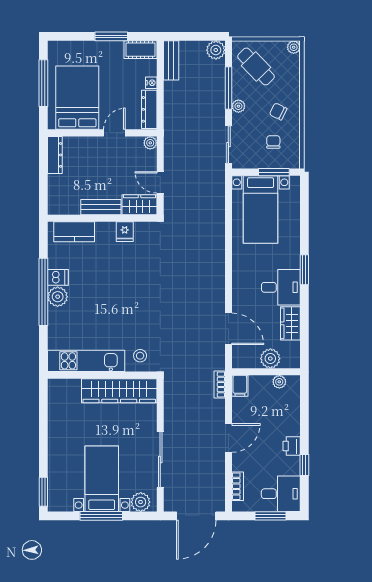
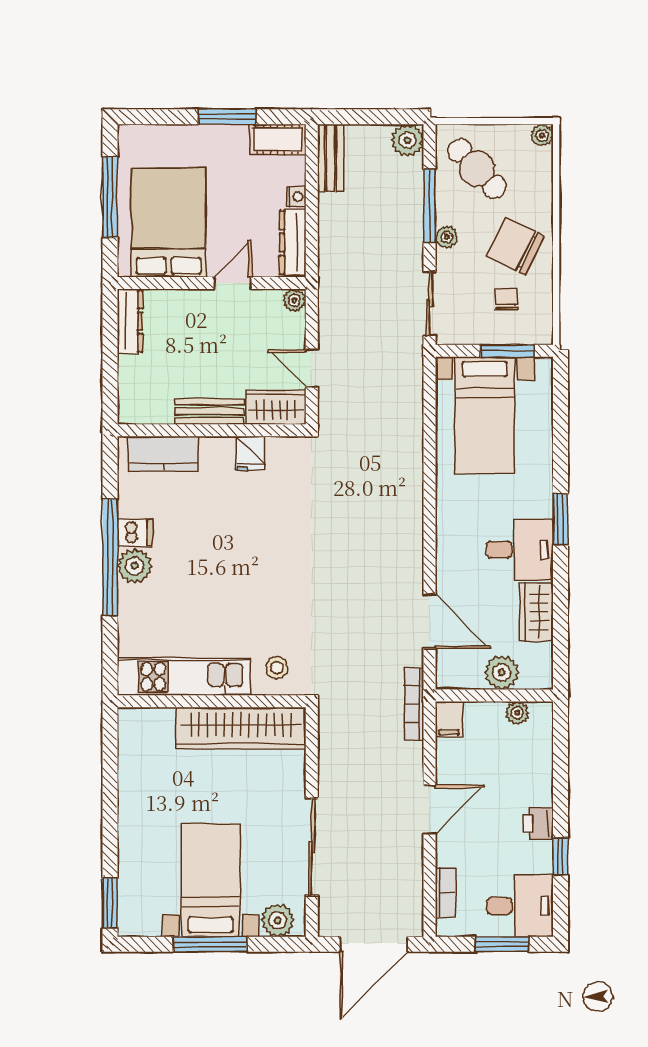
chair: (278, 111) -> (515, 246), width x1.87, depth x1.87
bookcase: (220, 384) -> (414, 704), width x1.56

